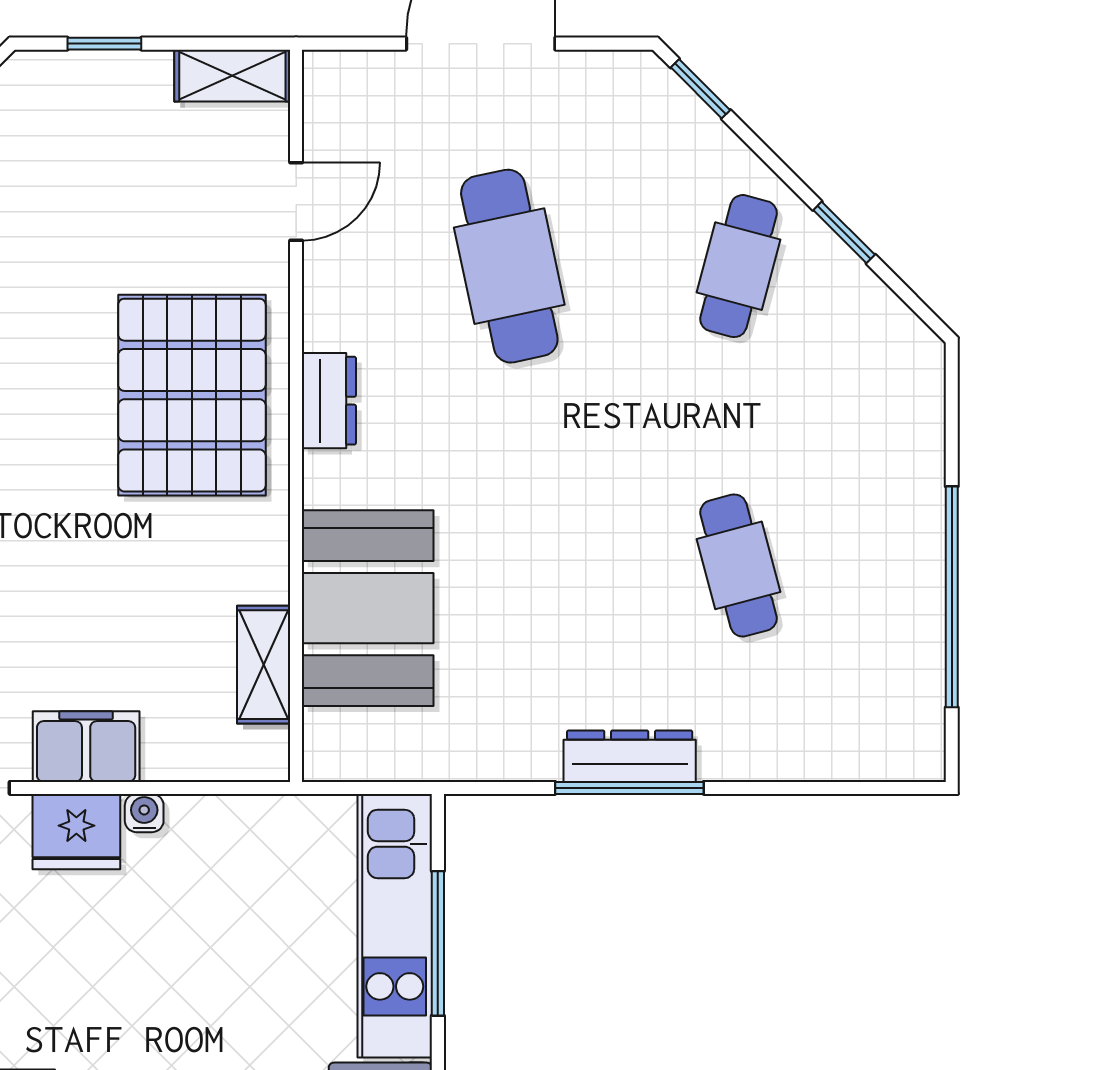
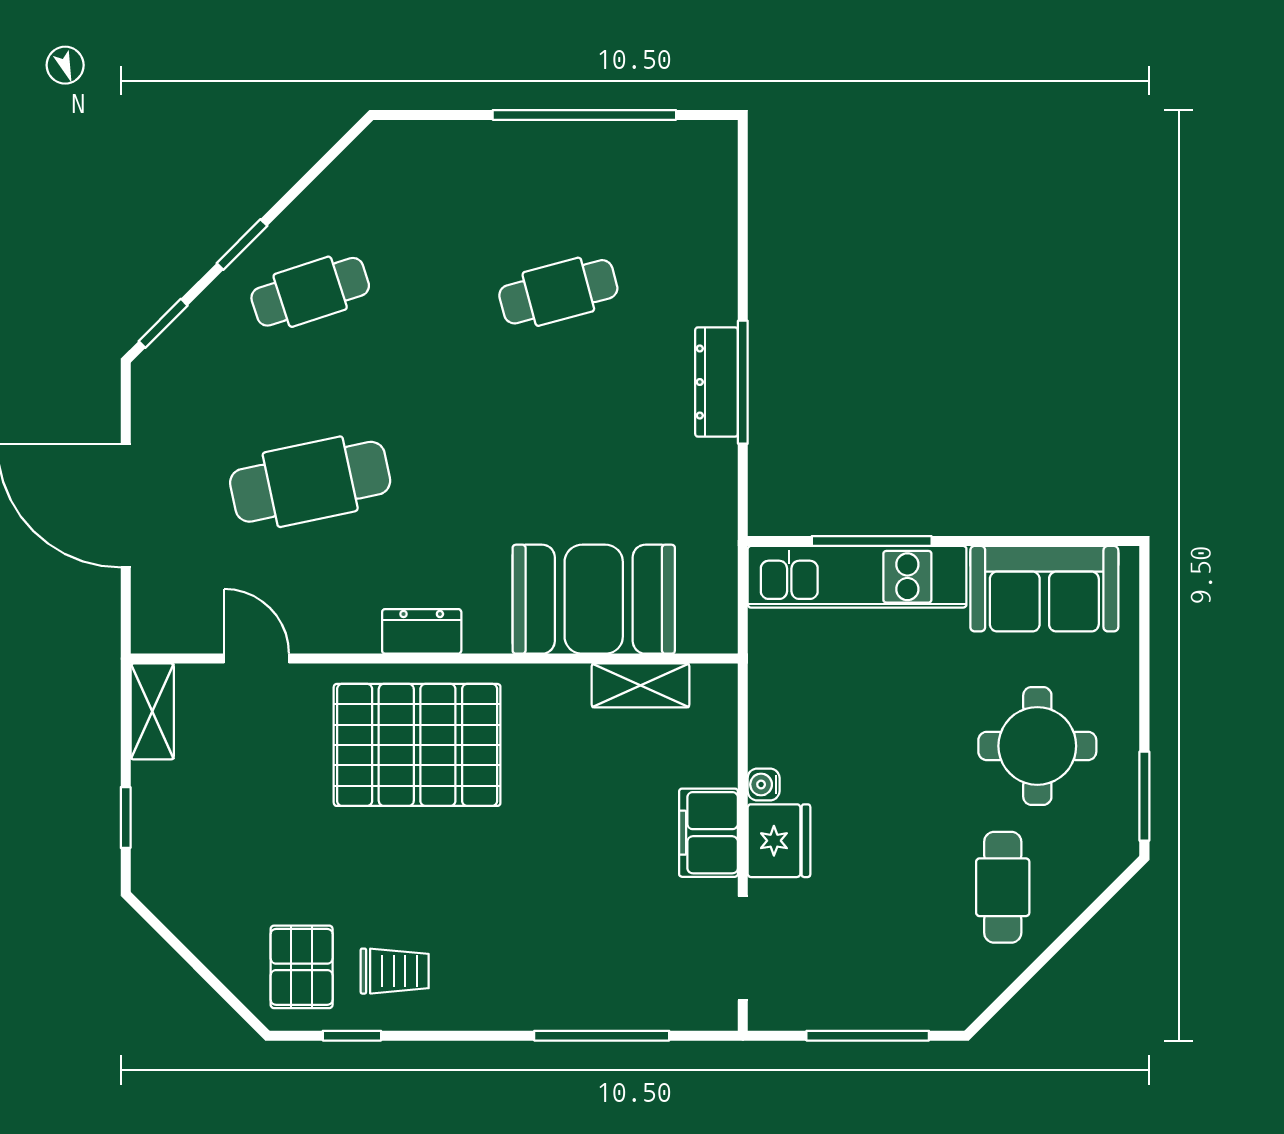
window: (844, 232) -> (242, 244), moved
cafe table: (739, 266) -> (310, 292), turned -33

